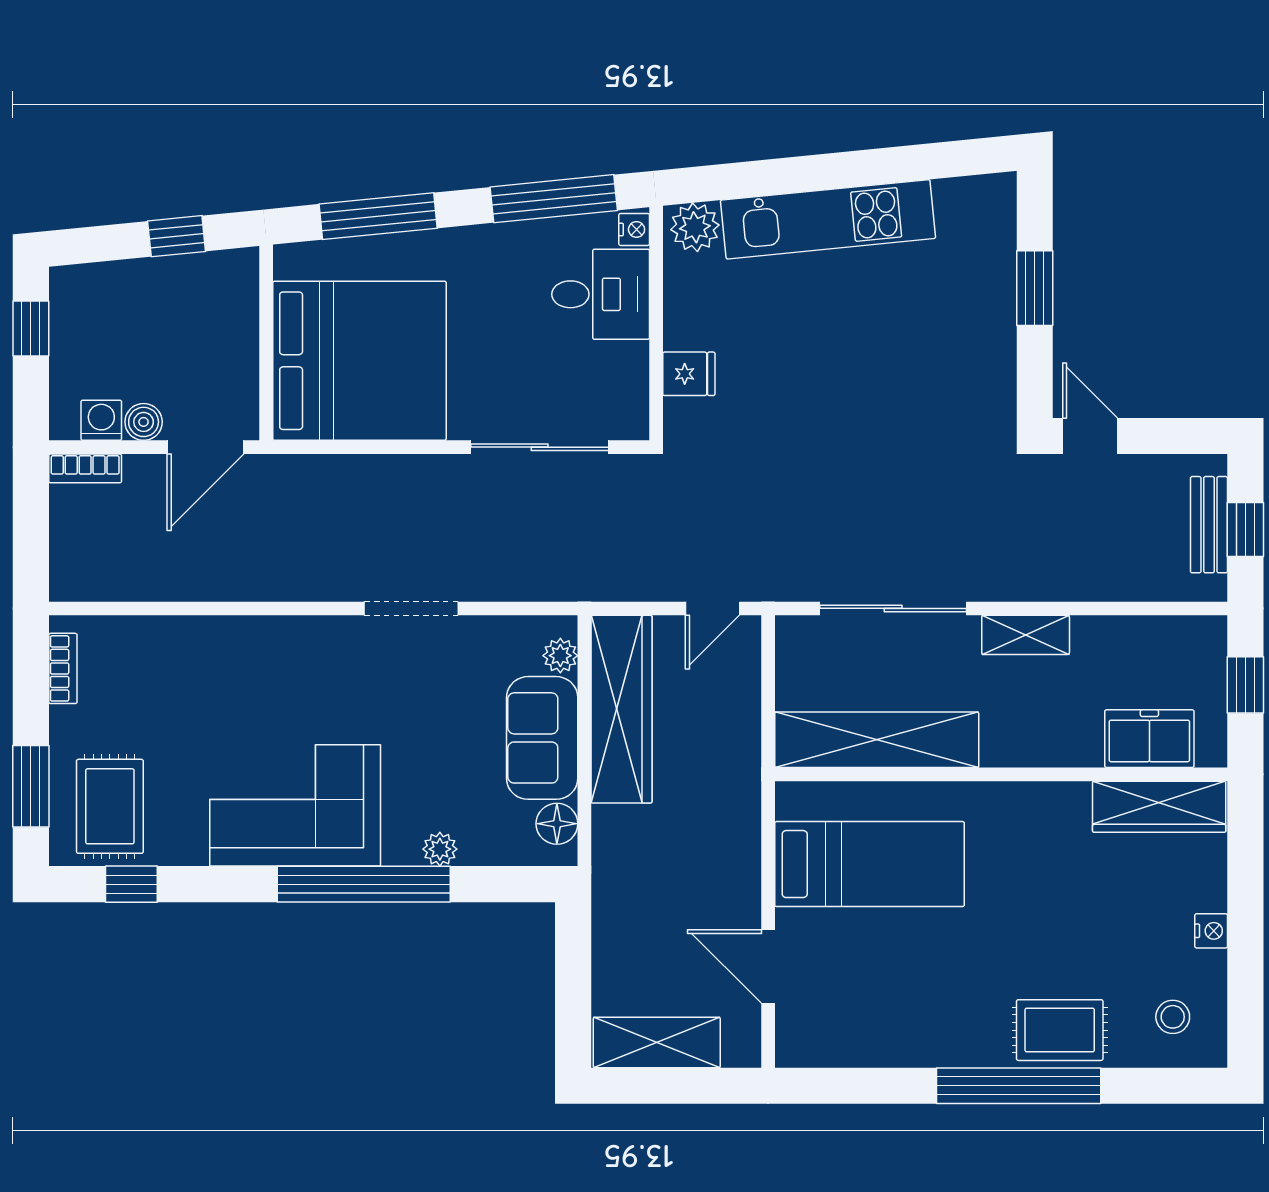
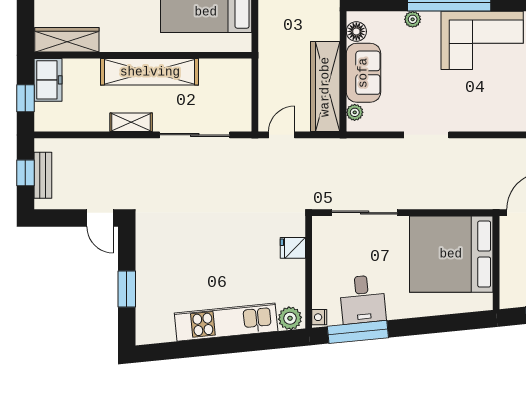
window: (378, 216) -> (442, 324), removed
desk: (601, 294) -> (363, 299), moved, turned -96
freezer: (1149, 739) -> (48, 80), moved, turned -90
shelving: (877, 740) -> (150, 72), moved

